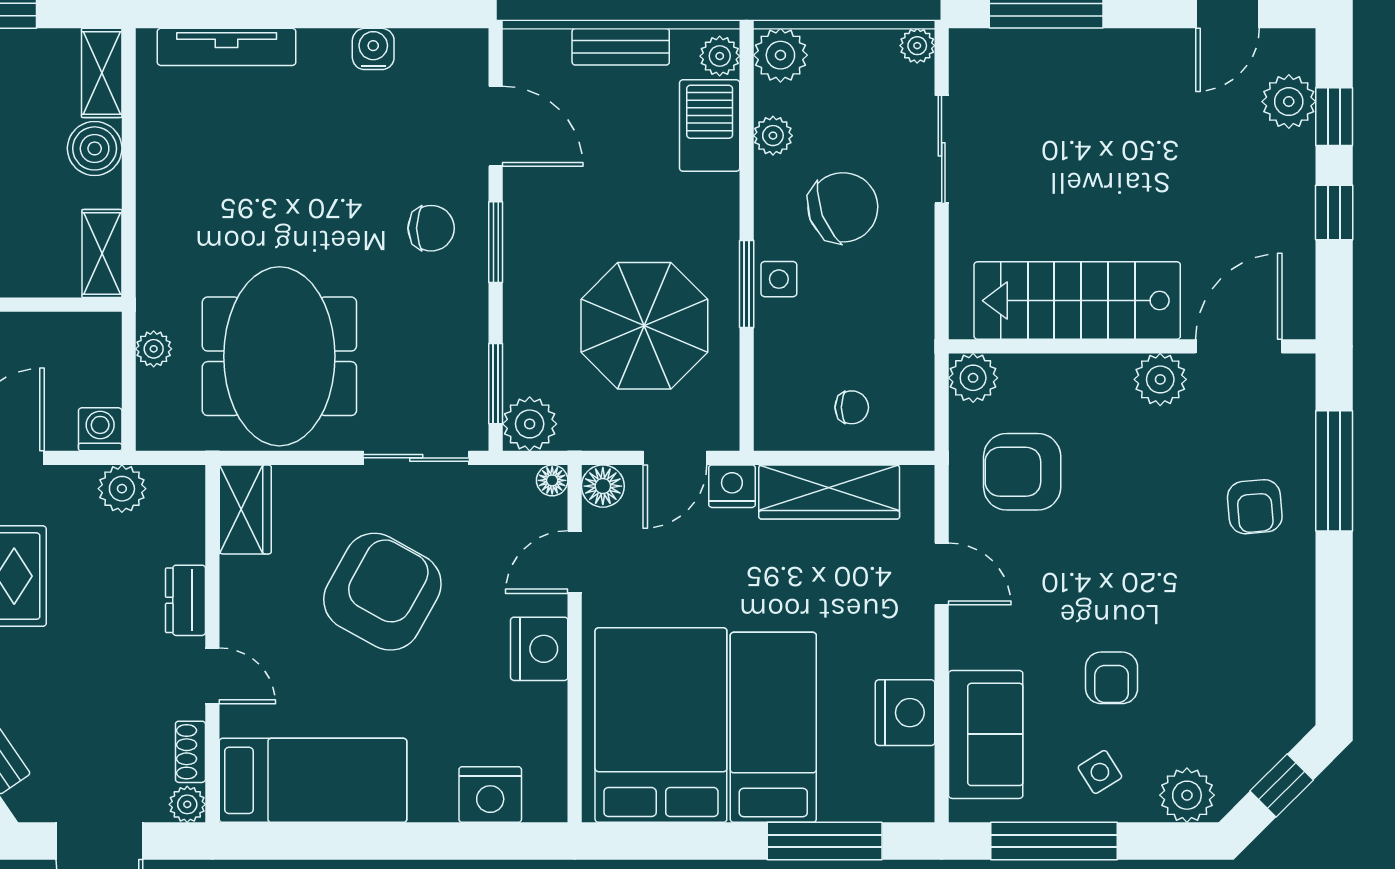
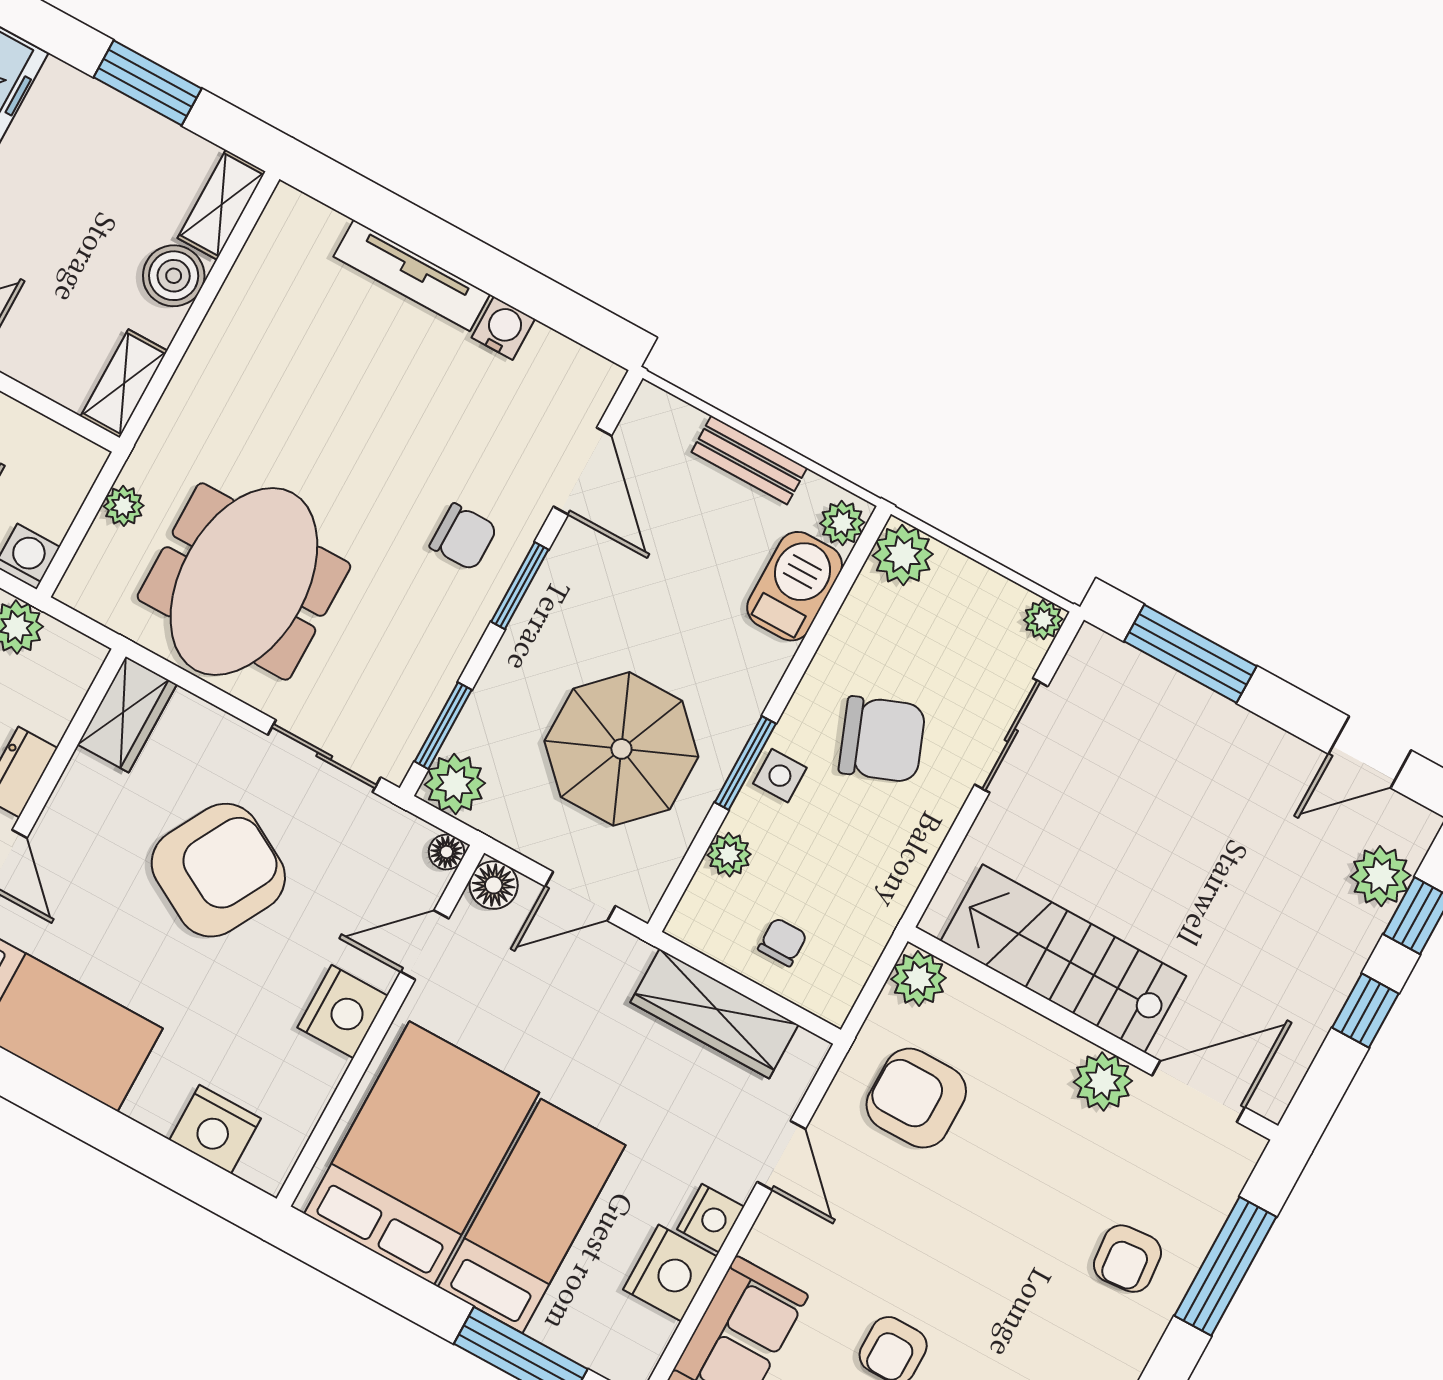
tv unit: (227, 47) -> (412, 275), moved
plant: (773, 136) -> (729, 855), moved
chair: (852, 407) -> (783, 942), turned -90
nightstand: (732, 486) -> (711, 1218), moved, turned 90

